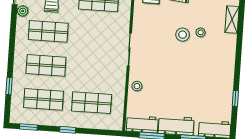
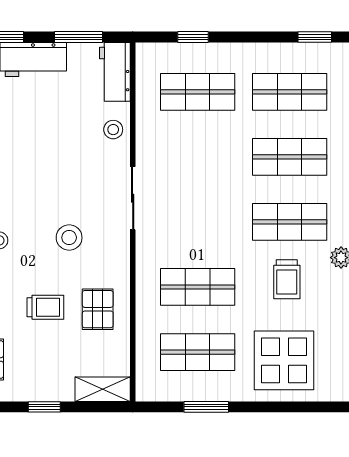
stool: (183, 35) -> (69, 238), moved
workbench: (142, 124) -> (115, 72), moved, turned 90
window: (68, 130) -> (193, 37), moved

